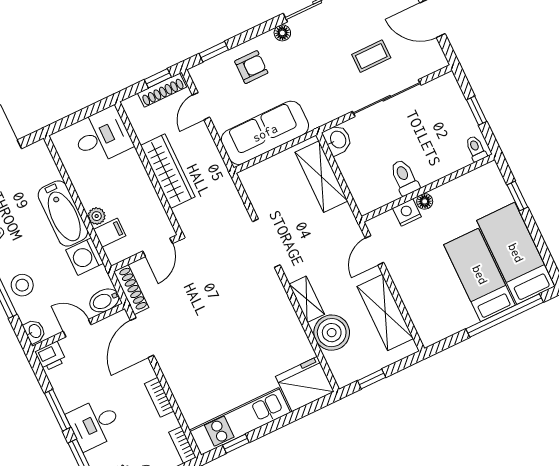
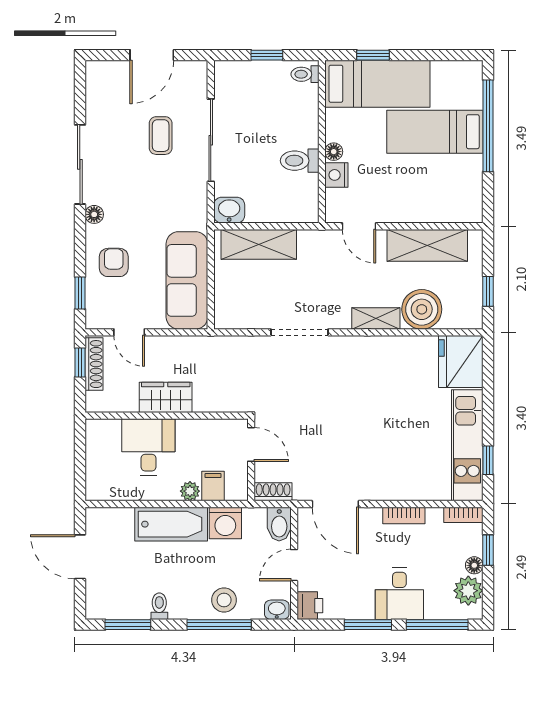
desk: (102, 136) -> (148, 447), moved
wardrobe: (168, 171) -> (166, 397), width x0.67
bed: (516, 253) -> (377, 84), moved, turned 180
shoe rack: (131, 290) -> (273, 492), width x0.70

